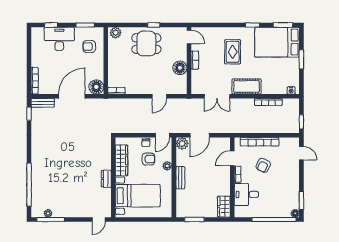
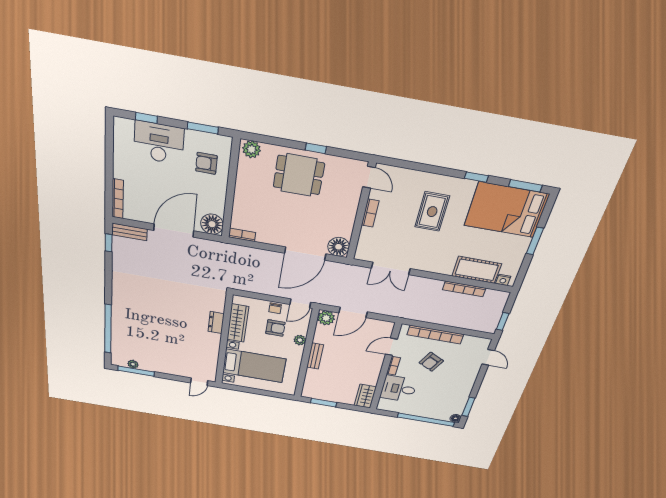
floor lamp: (180, 68) -> (339, 247), moved
cot: (246, 86) -> (477, 270), moved
door: (159, 96) -> (305, 253), width x1.87
dresser: (106, 179) -> (216, 323), moved

